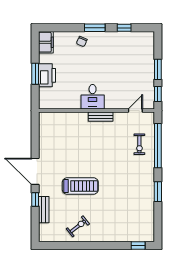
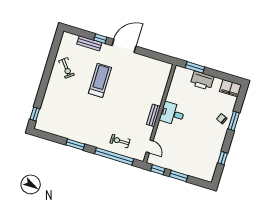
window: (95, 28) -> (234, 121), moved
window: (35, 74) -> (195, 67), moved
treadmill: (80, 186) -> (100, 80), turned 180

